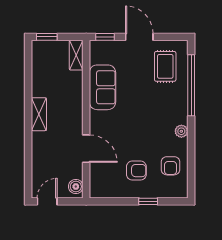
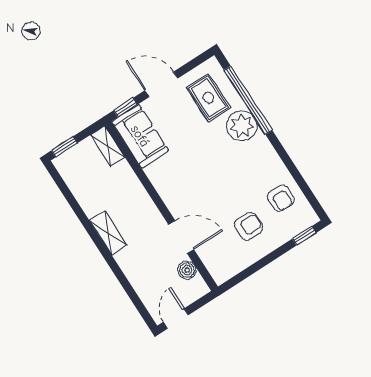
sofa: (102, 87) -> (140, 136), moved
plant: (181, 131) -> (242, 126), moved, width x1.87, depth x1.87
boiler: (76, 186) -> (187, 270), moved
window: (148, 201) -> (304, 236), moved

